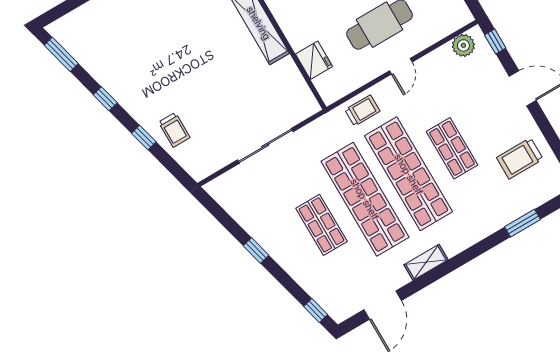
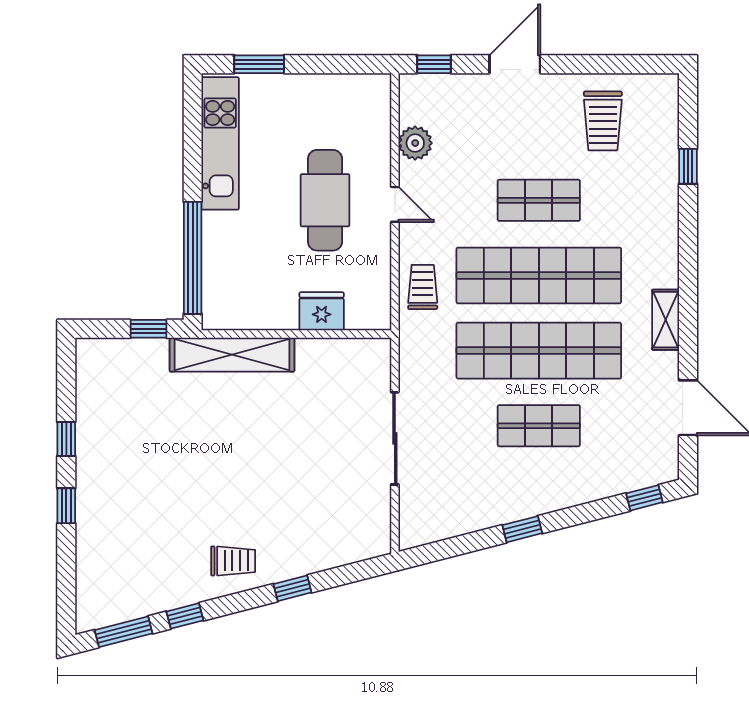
plant: (463, 45) -> (415, 143), moved
window: (105, 99) -> (185, 616), moved
trolley: (174, 130) -> (233, 561), moved
window: (522, 223) -> (688, 166), width x0.67

